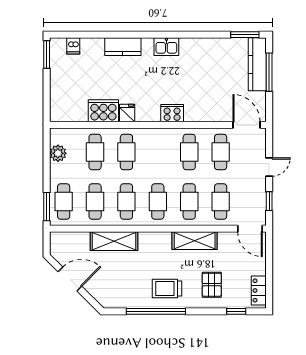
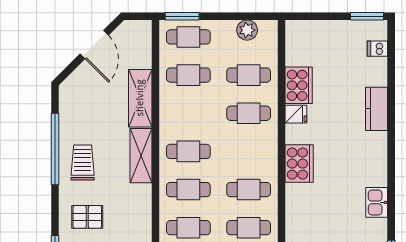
kitchen sink: (166, 47) -> (377, 202), moved
cooker: (172, 113) -> (299, 164), width x1.37, depth x1.31
cafe table: (126, 201) -> (188, 113), removed
shelving: (195, 241) -> (141, 156), moved

